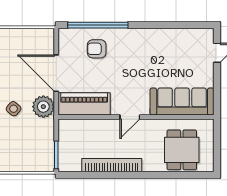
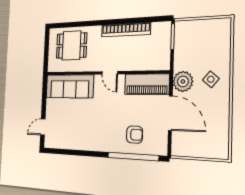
door: (130, 117) -> (110, 73), swing flipped
dining table: (182, 150) -> (72, 46), turned 90

